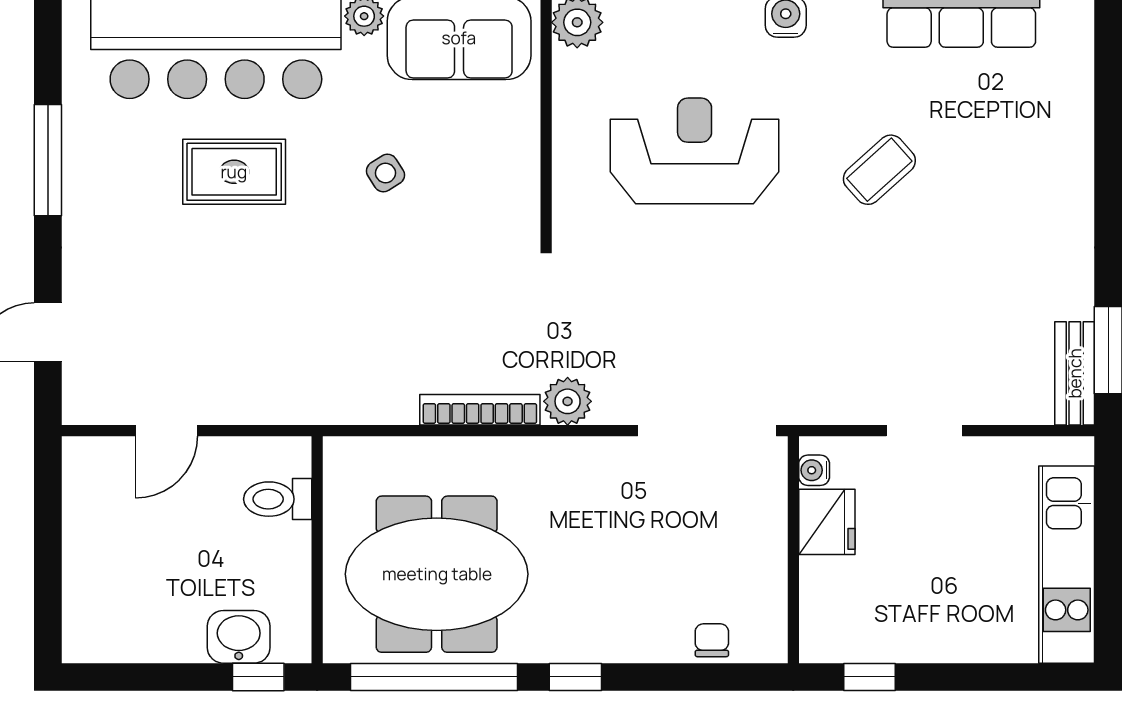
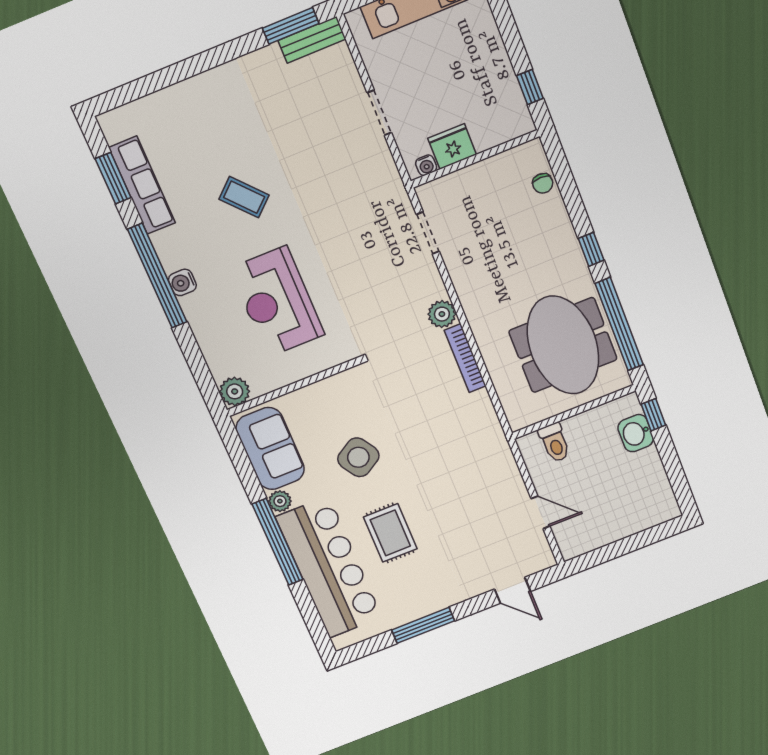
side table: (385, 173) -> (358, 457), width x1.87, depth x1.87
doorway: (707, 431) -> (428, 233), width x0.53
chair: (712, 640) -> (543, 183), turned -90

